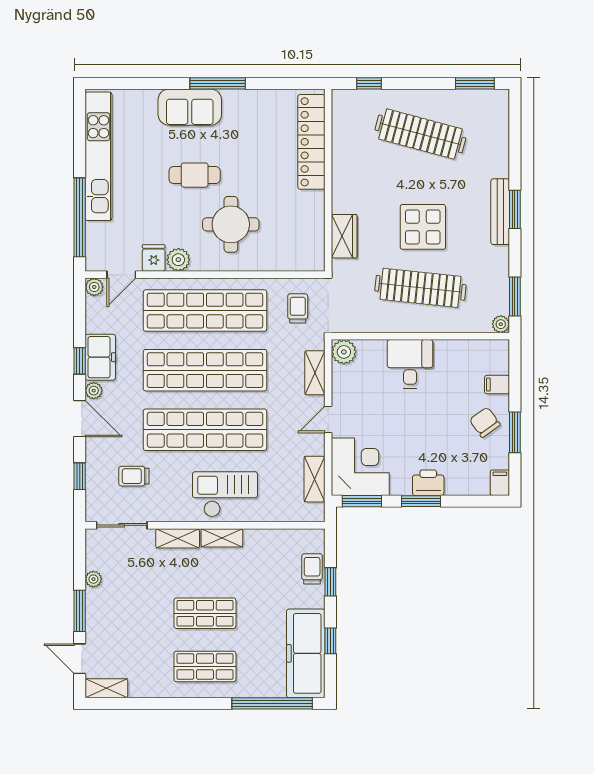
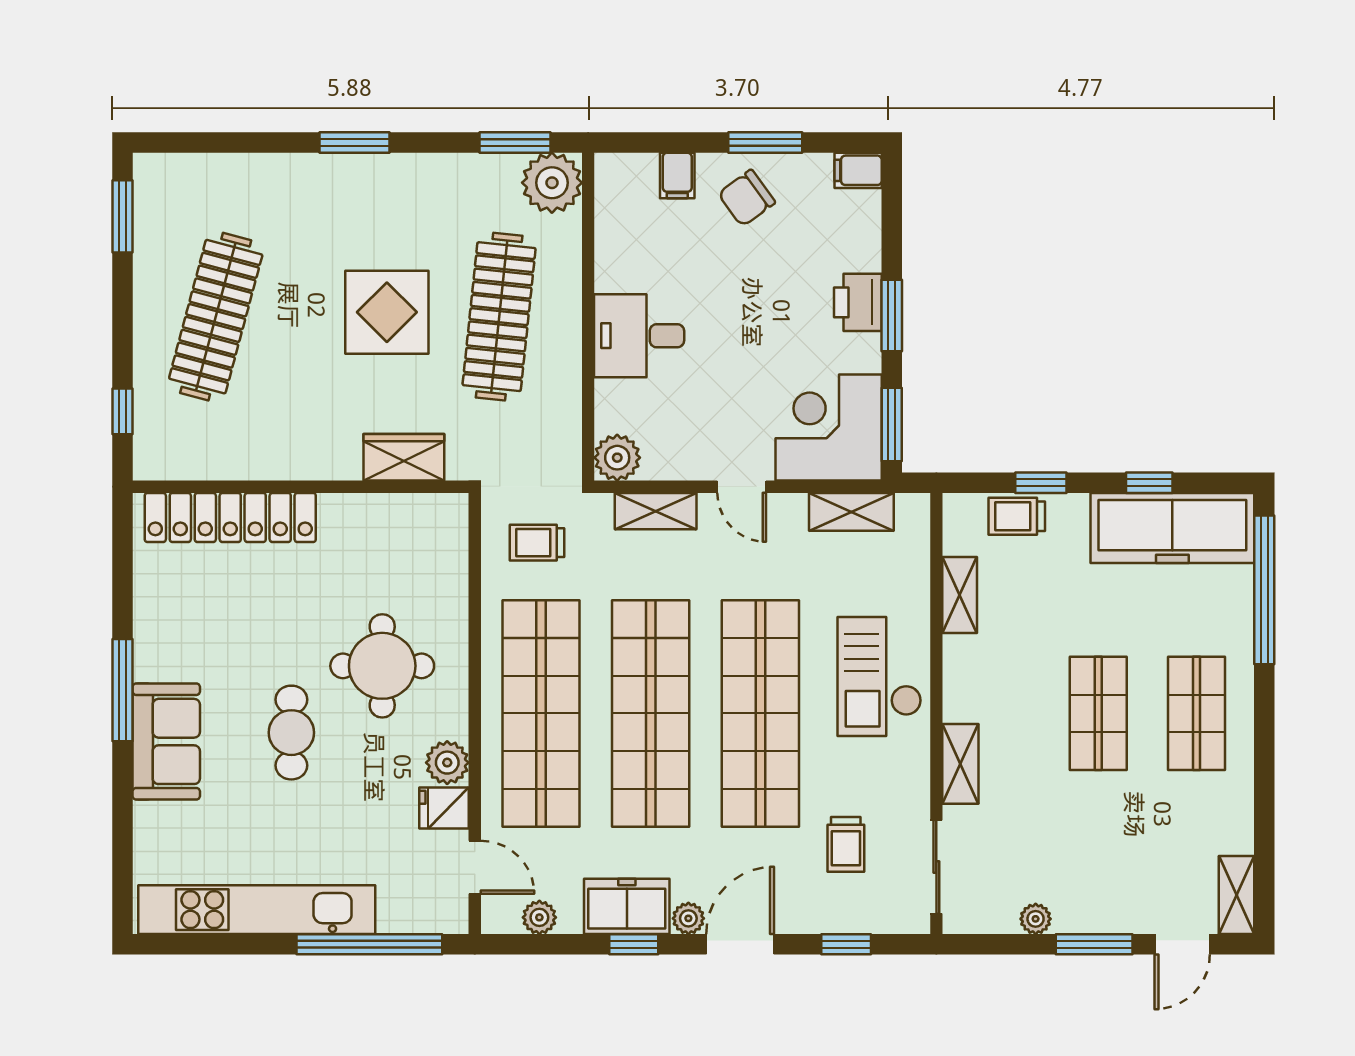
bench: (500, 212) -> (359, 170), removed
plant: (94, 287) -> (539, 917), moved
plant: (501, 324) -> (552, 183), width x1.88, depth x1.88
shelving: (222, 538) -> (960, 595), moved

